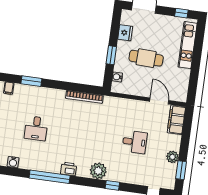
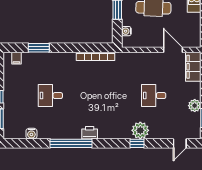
desk: (36, 128) -> (50, 96), turned 90
desk: (135, 142) -> (154, 96), turned 180
plant: (98, 171) -> (140, 130), moved

